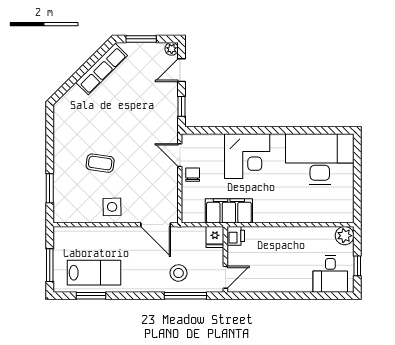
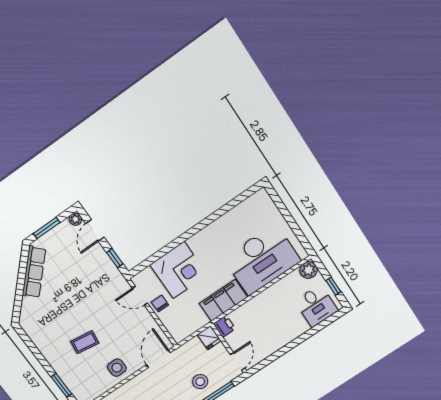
corner desk: (247, 156) -> (179, 270), moved
desk: (320, 159) -> (262, 260), moved, turned 180
filing cabinet: (229, 211) -> (223, 300), moved
door: (156, 225) -> (158, 359), swing flipped

